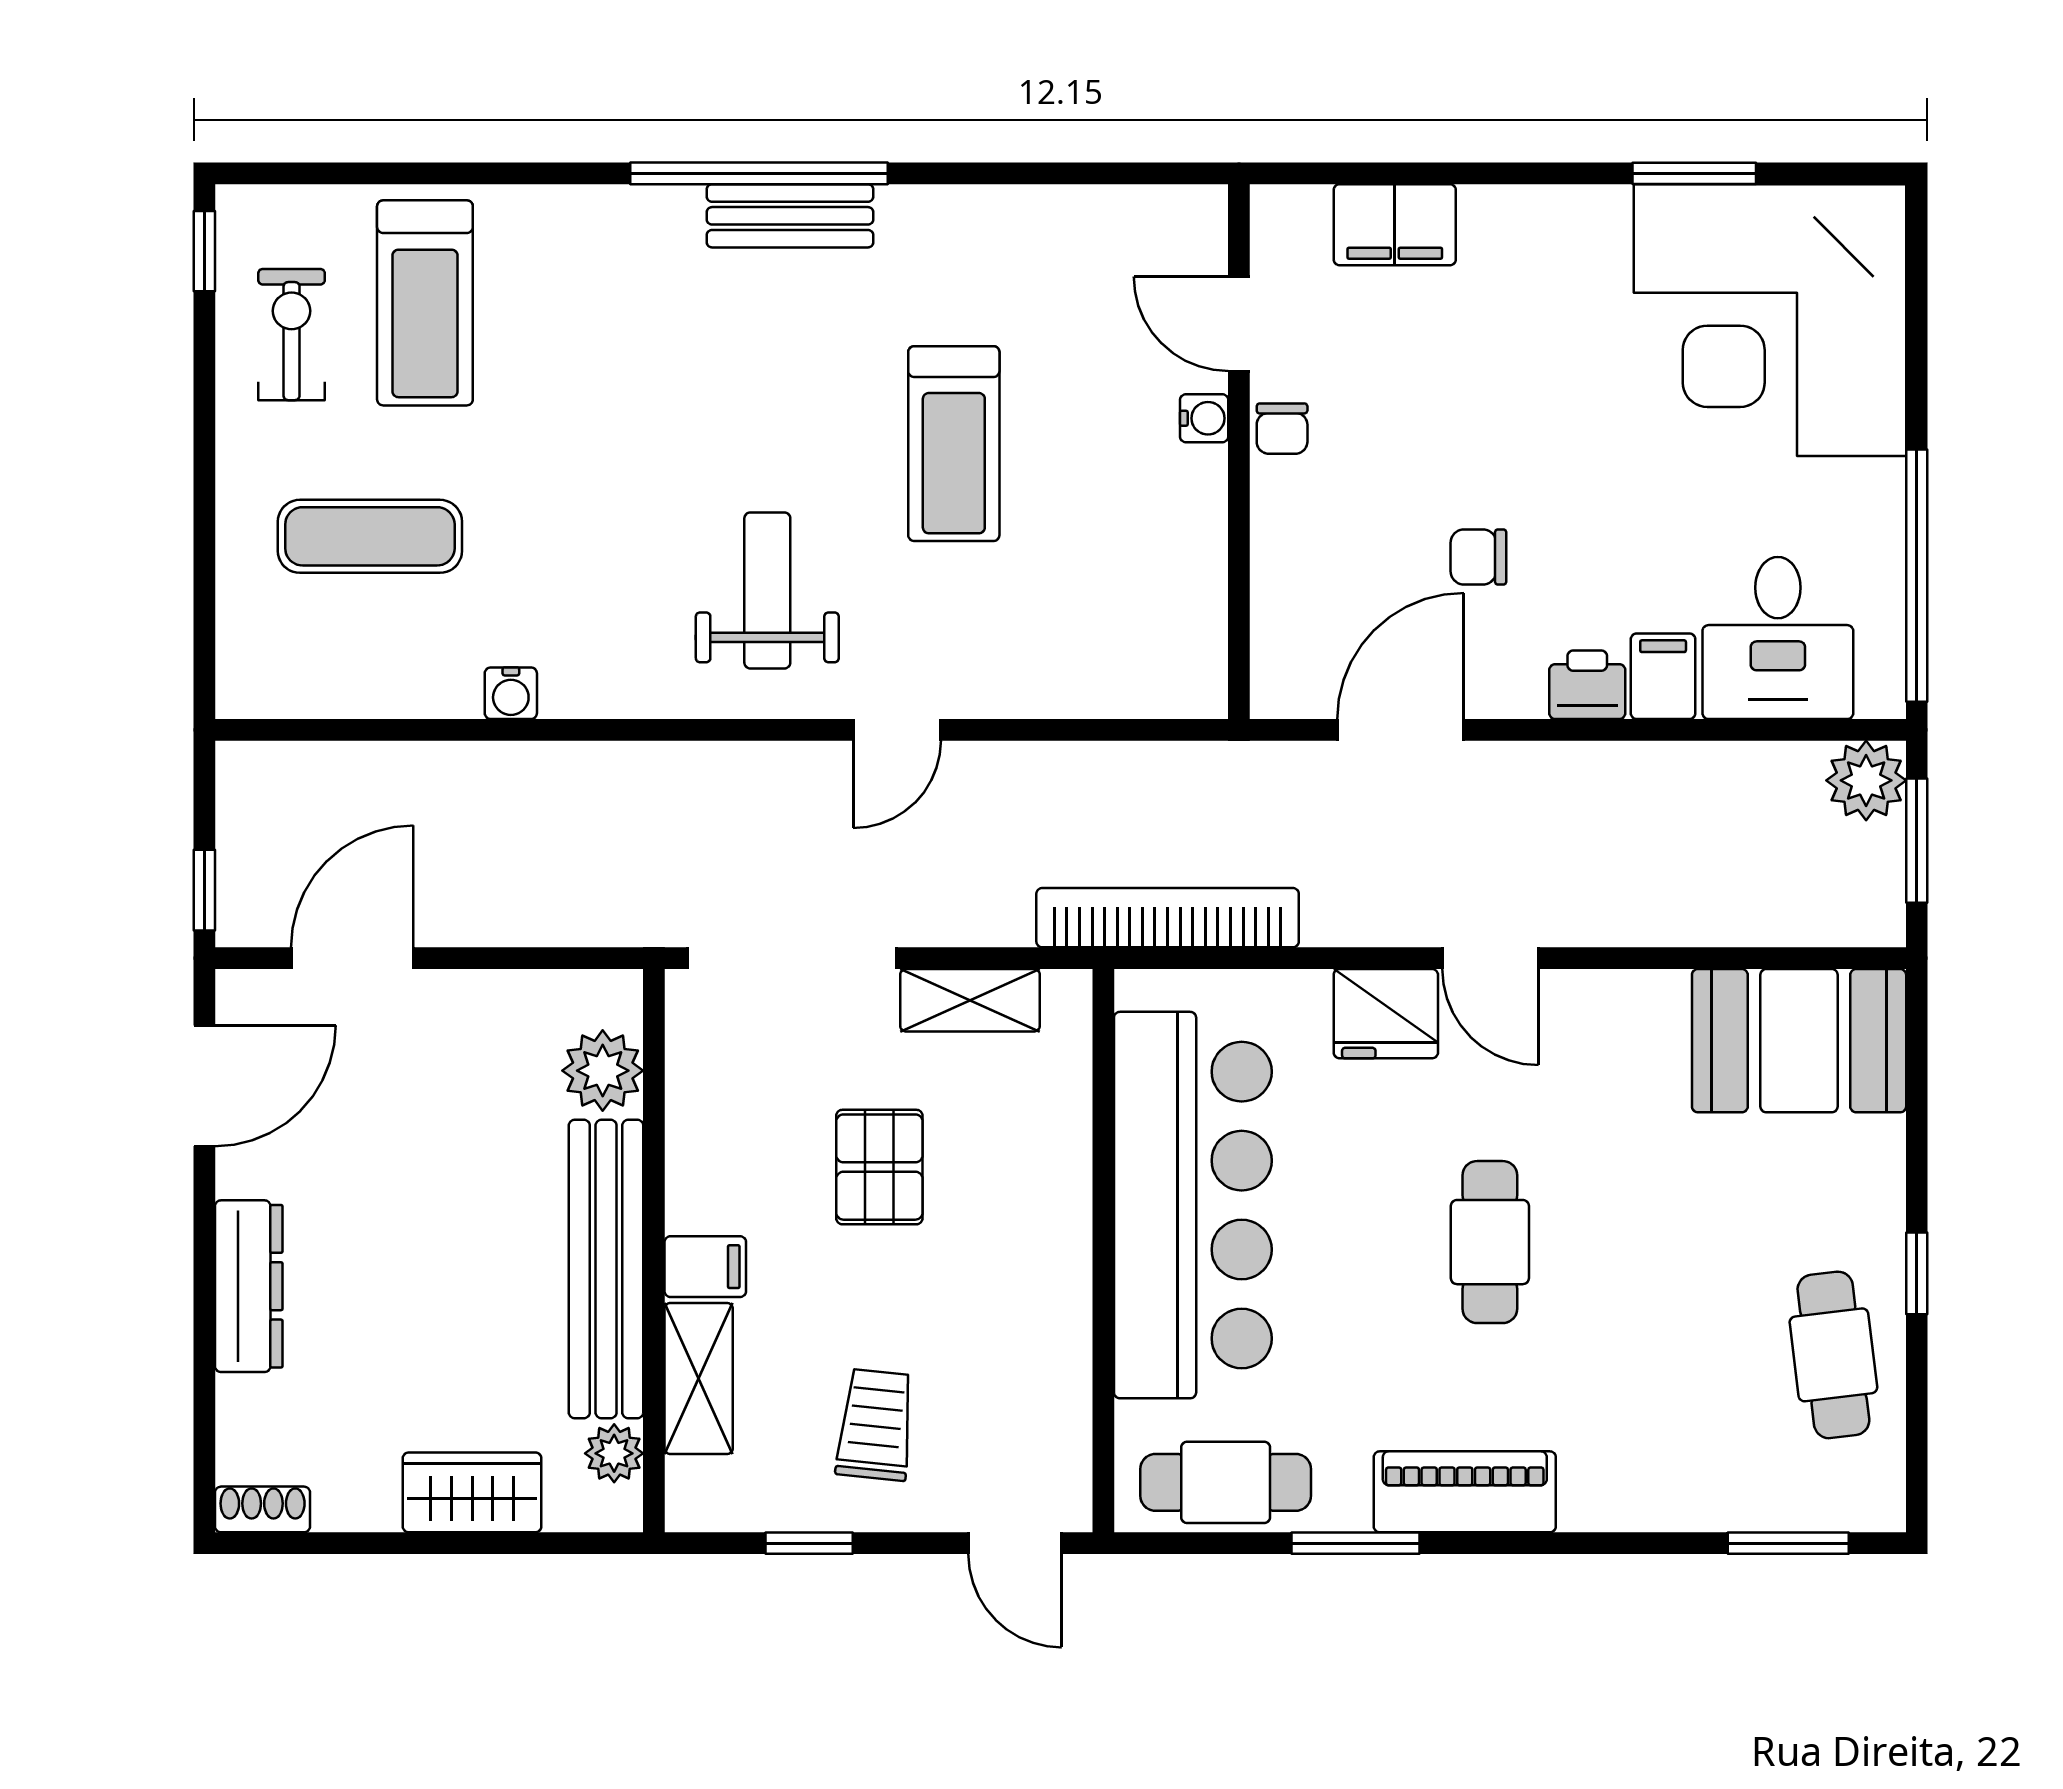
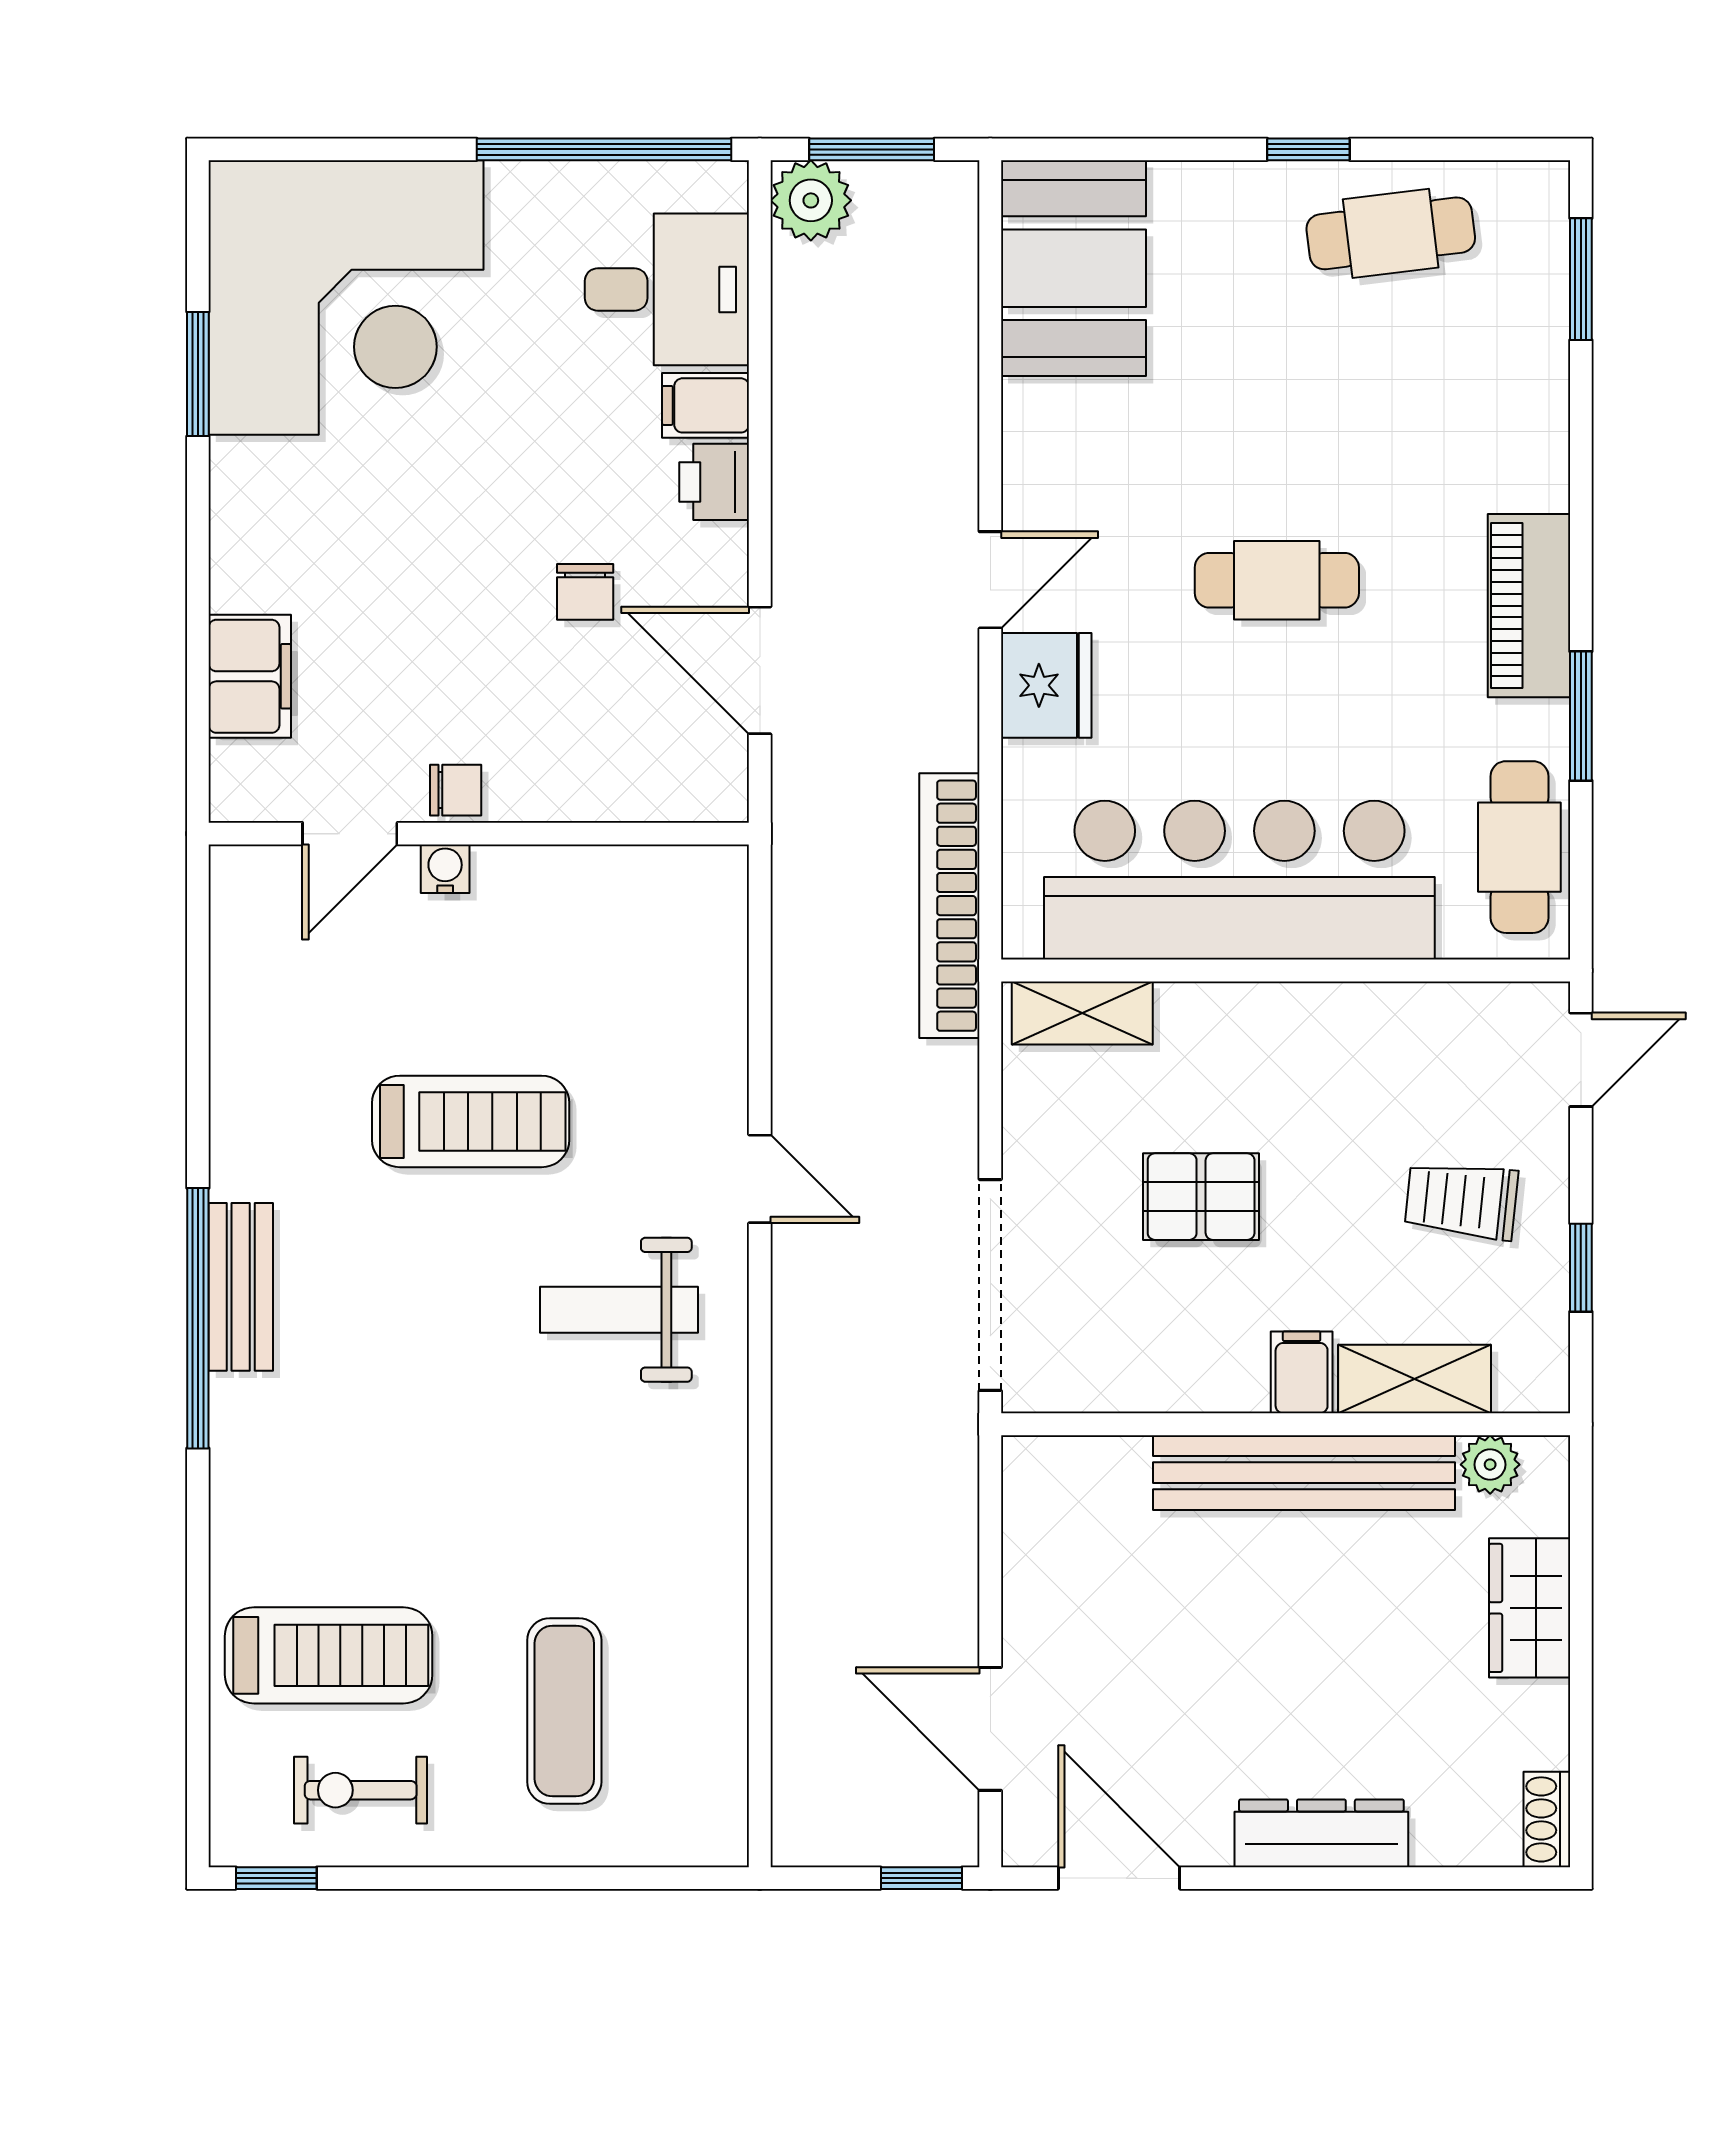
water cooler: (511, 693) -> (723, 1569), removed
shelving: (970, 1000) -> (1082, 1013), moved, turned 90
plant: (603, 1071) -> (1104, 1476), removed

